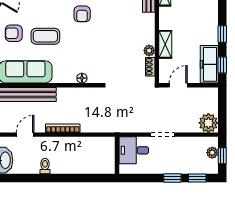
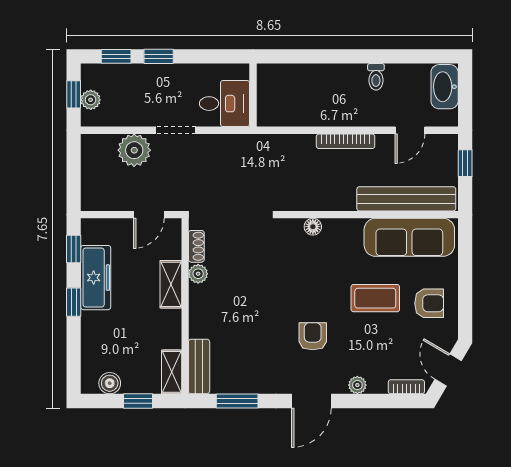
freezer: (209, 64) -> (96, 278), moved
plant: (208, 123) -> (134, 150), moved

